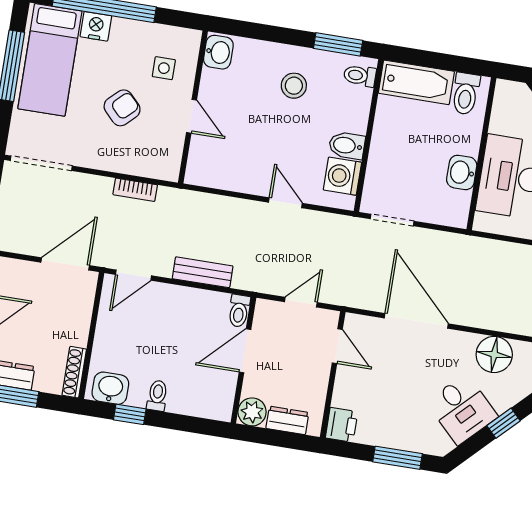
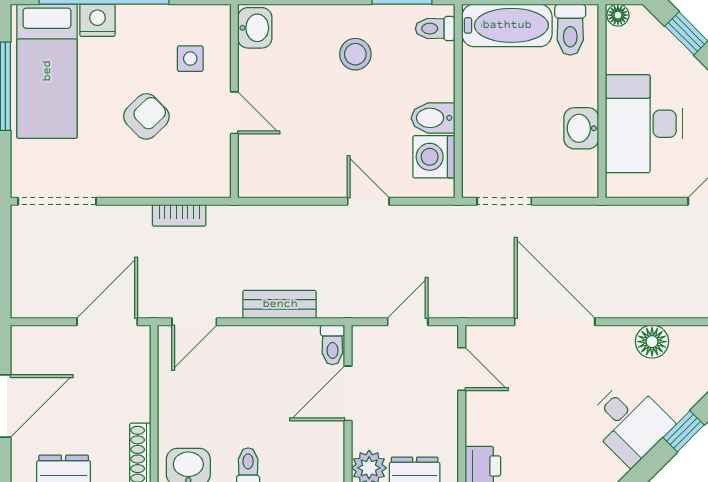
floor lamp: (505, 88) -> (618, 15), added
floor lamp: (494, 354) -> (652, 342), width x0.73, depth x0.73

